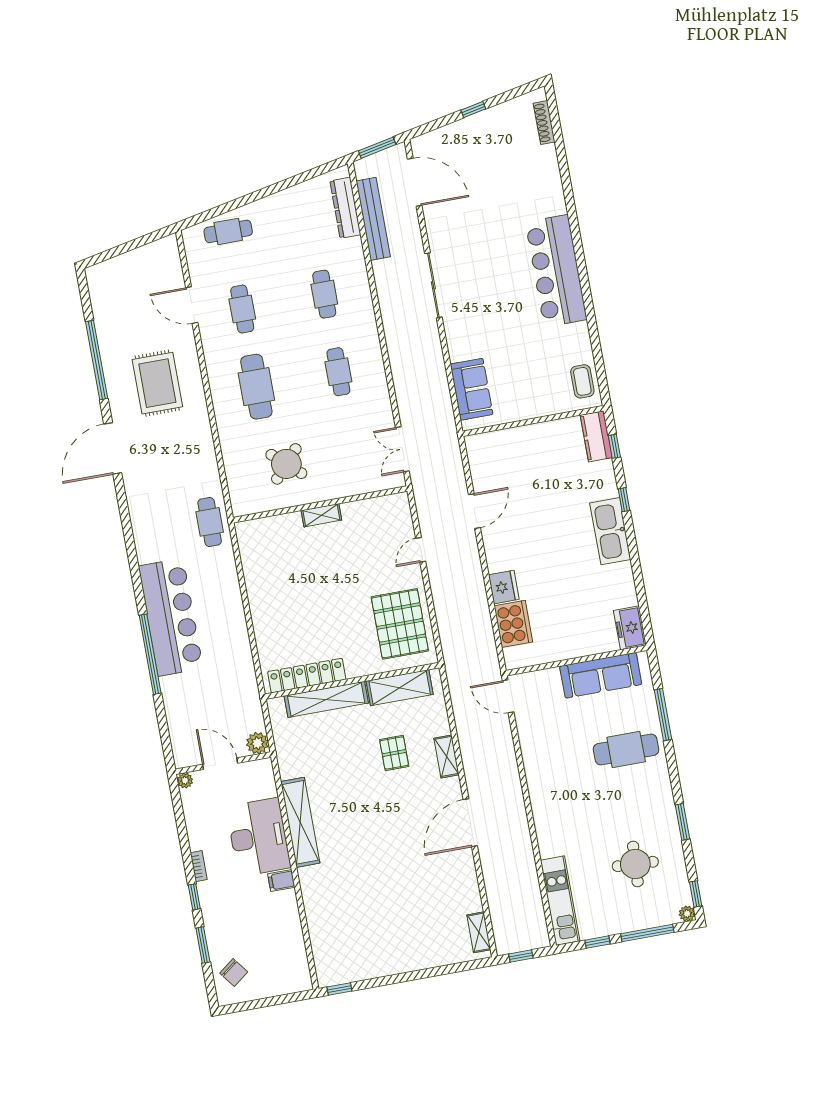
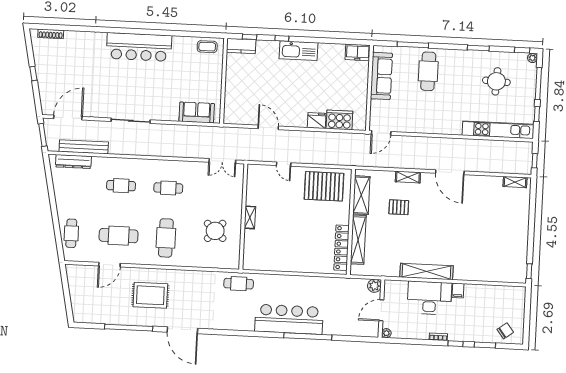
cafe table: (242, 309) -> (119, 236), width x1.37, depth x1.35
cafe table: (256, 387) -> (166, 238), turned 90
kitchen unit: (560, 901) -> (498, 130), width x1.36

